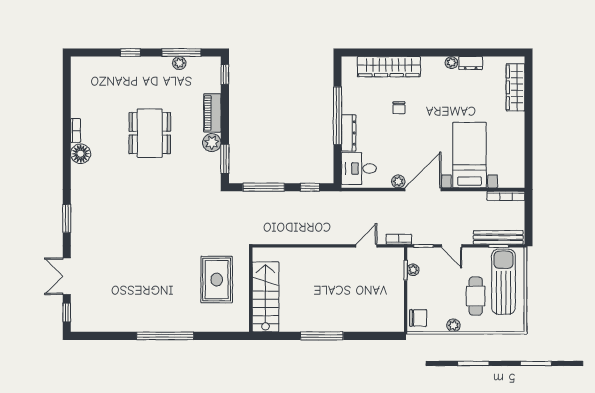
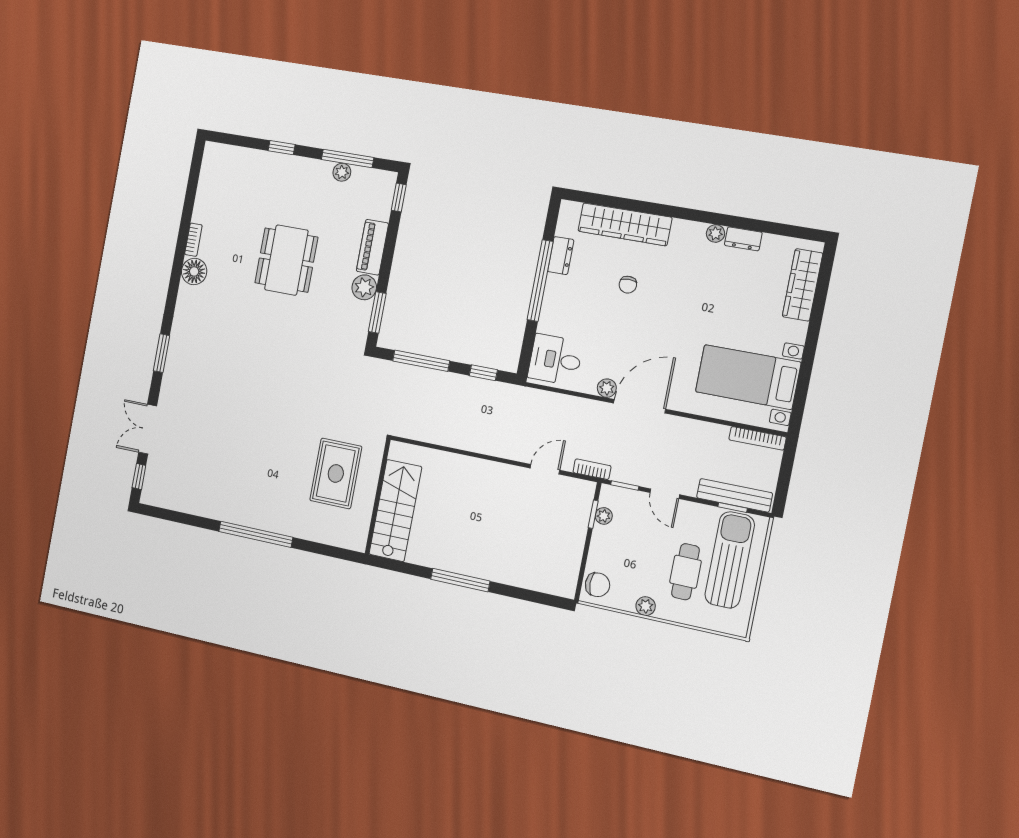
dresser: (349, 133) -> (561, 256), moved, width x0.70
bed with nightstands: (469, 155) -> (748, 377), moved, turned -90

